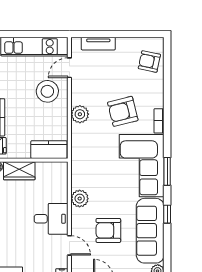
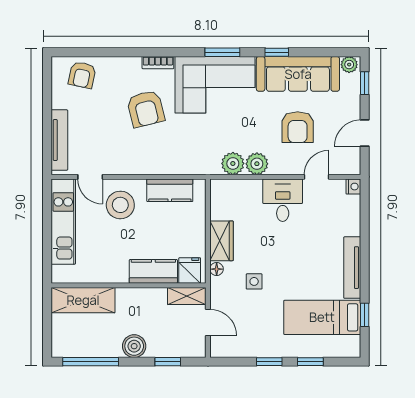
tv unit: (98, 44) -> (59, 140), width x1.41
plant: (80, 114) -> (233, 163), moved
kitchen counter: (49, 150) -> (170, 190), moved, turned -90

